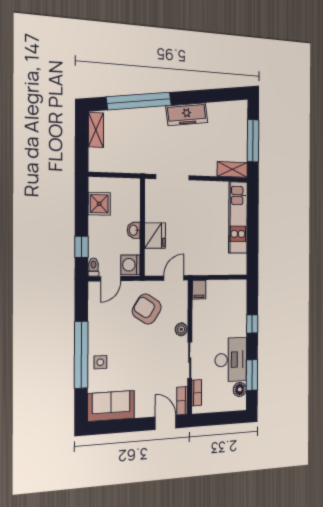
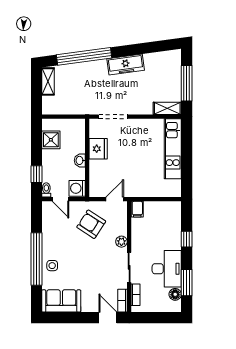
fridge: (155, 236) -> (98, 149), moved
door: (111, 279) -> (61, 199), hinge flipped

